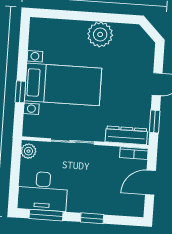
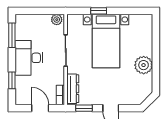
desk: (43, 191) -> (29, 58), moved
window: (92, 218) -> (12, 80), moved

